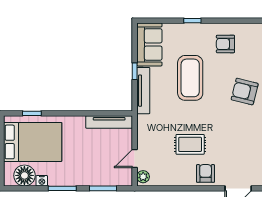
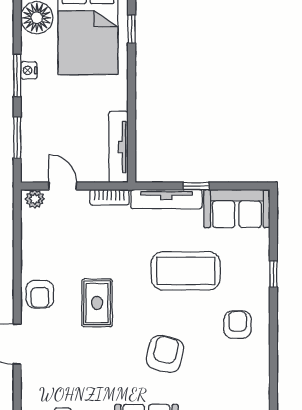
bookcase: (142, 128) -> (109, 197), added
rug: (190, 144) -> (97, 303), moved
armchair: (206, 173) -> (40, 294), turned 90
nightstand: (42, 181) -> (29, 70), moved

